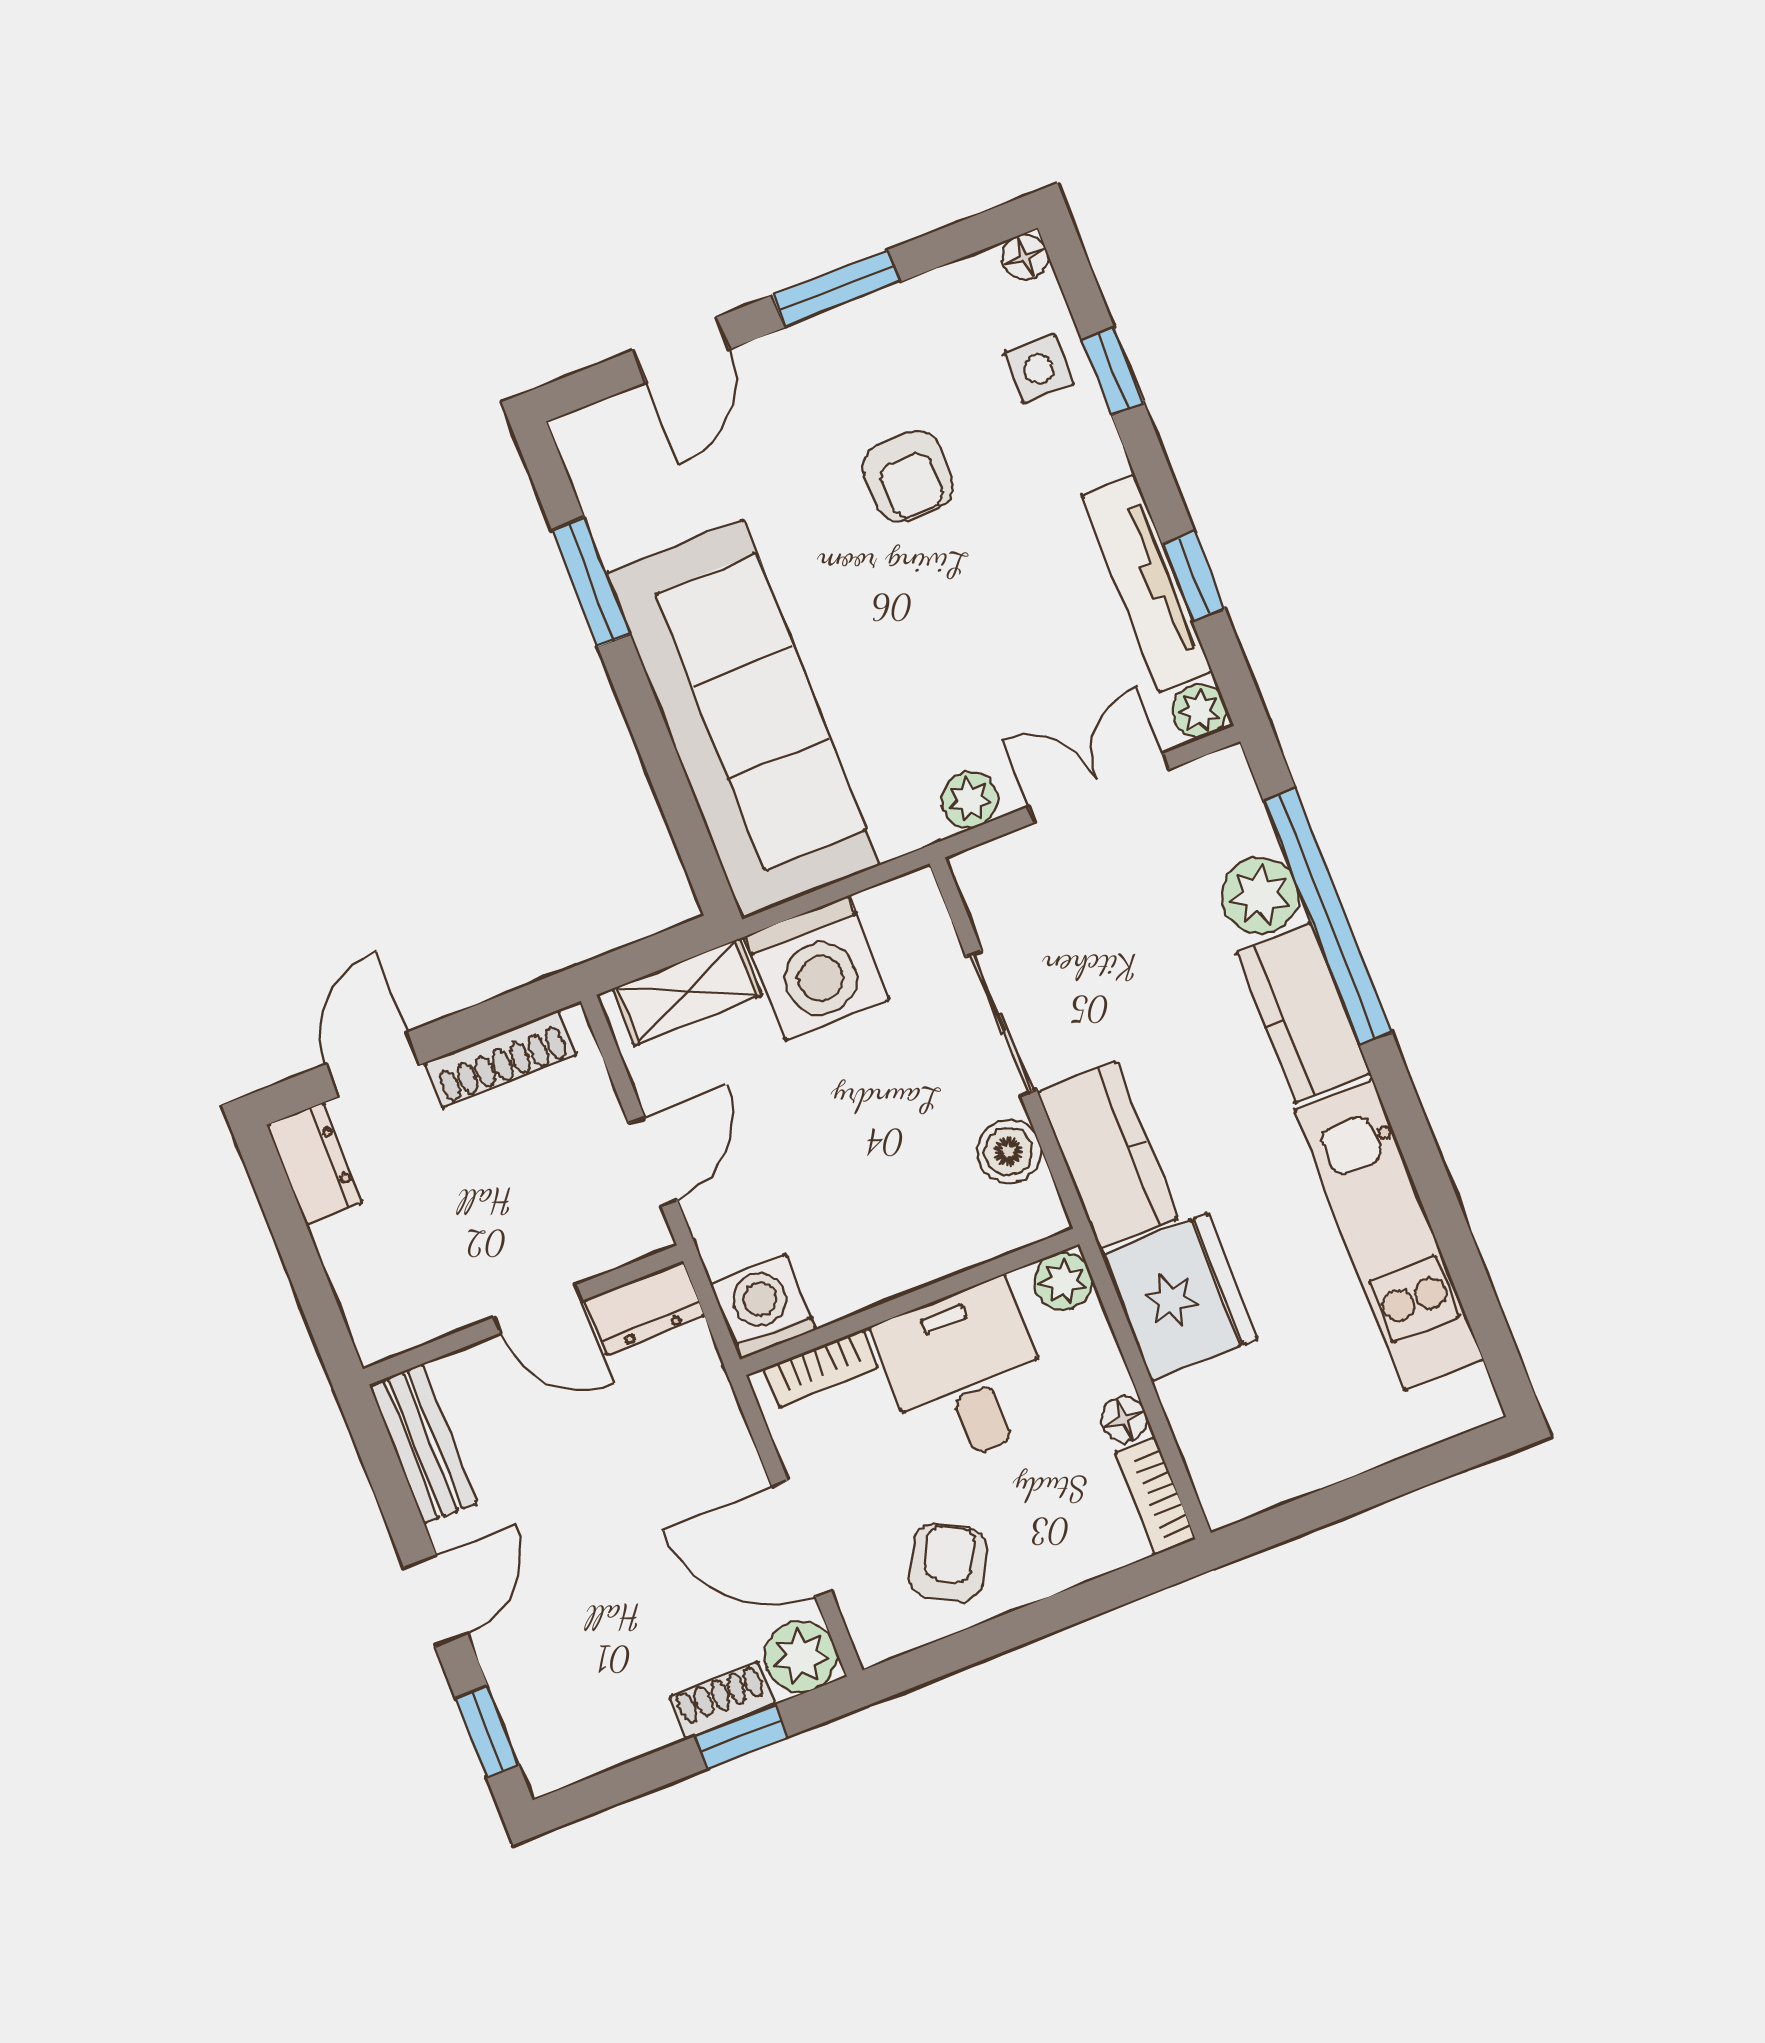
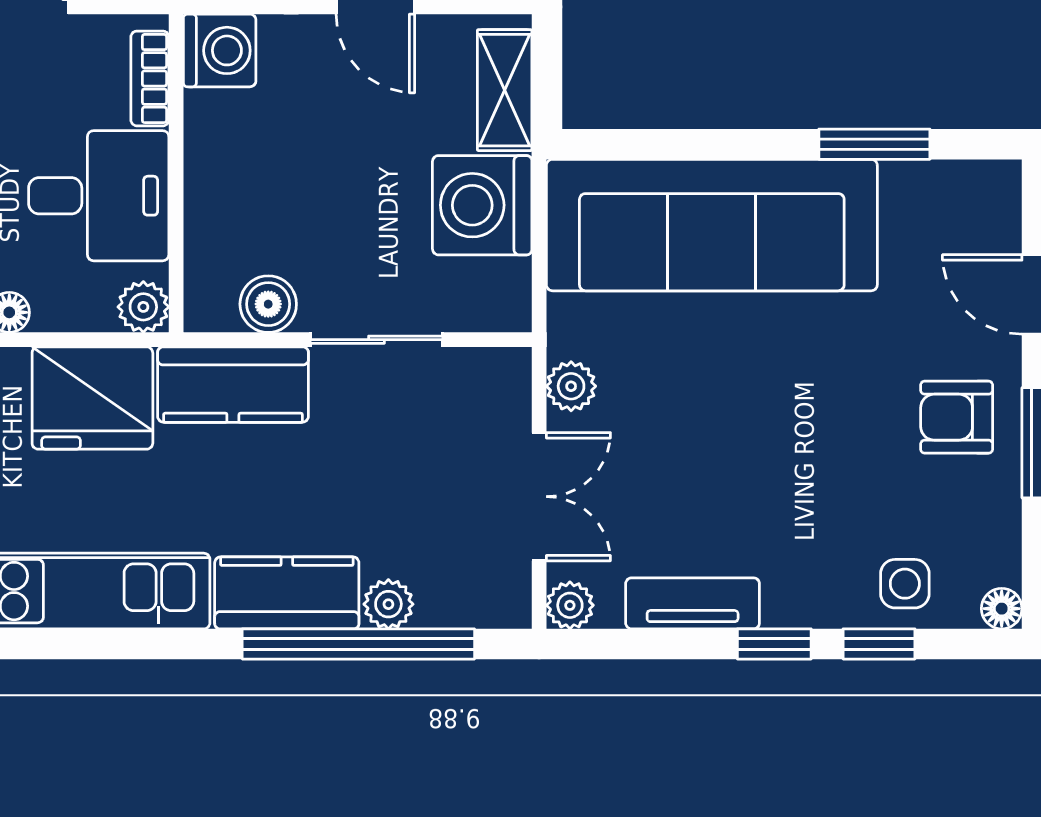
armchair: (908, 476) -> (957, 417), moved
window: (1194, 576) -> (774, 644), moved
tv unit: (1147, 583) -> (693, 603), width x0.71
plant: (1260, 896) -> (388, 604), width x0.73, depth x0.73

